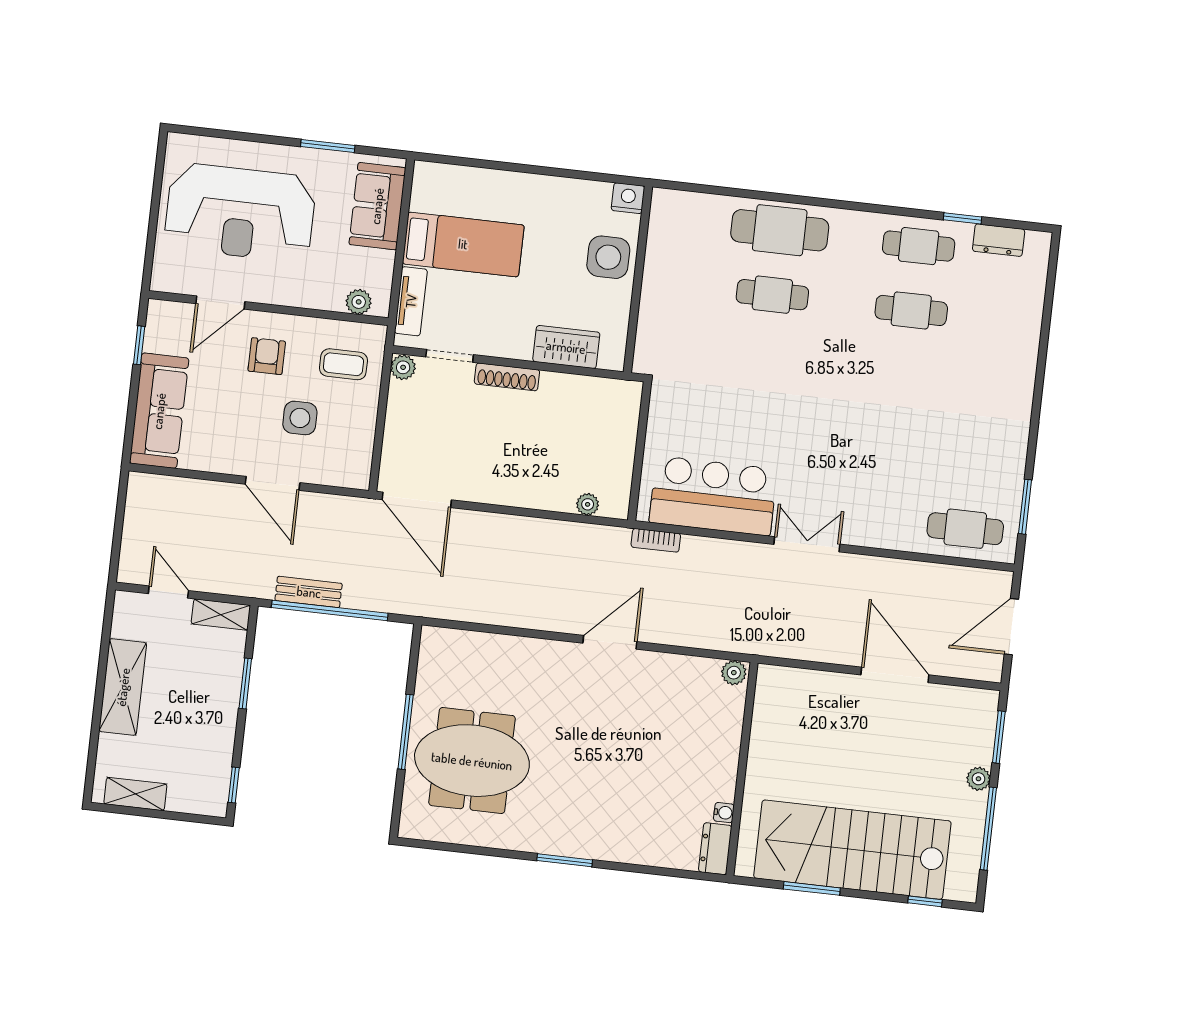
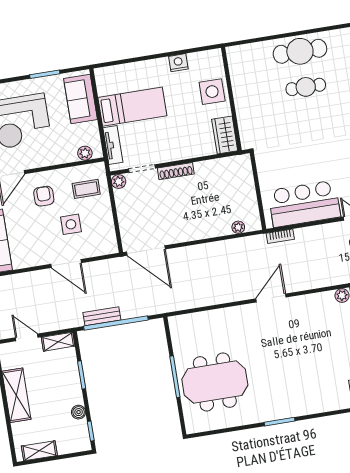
nightstand: (628, 198) -> (178, 63), moved
wardrobe: (566, 347) -> (225, 135), moved, turned -90
boiler: (222, 746) -> (79, 412), added

